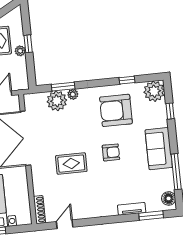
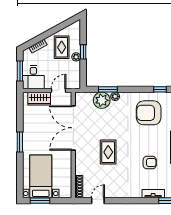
armchair: (111, 152) -> (150, 163), moved
rug: (71, 164) -> (108, 152), turned 90

